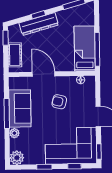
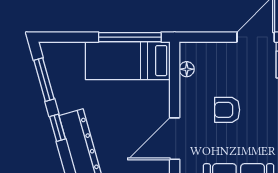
window: (38, 15) -> (58, 128), moved
armchair: (59, 102) -> (227, 110), turned 76

